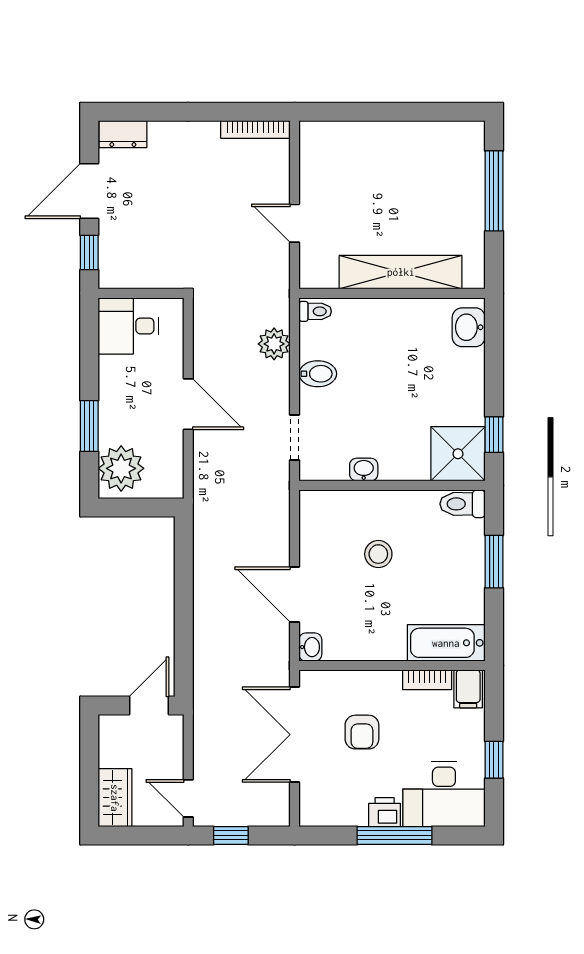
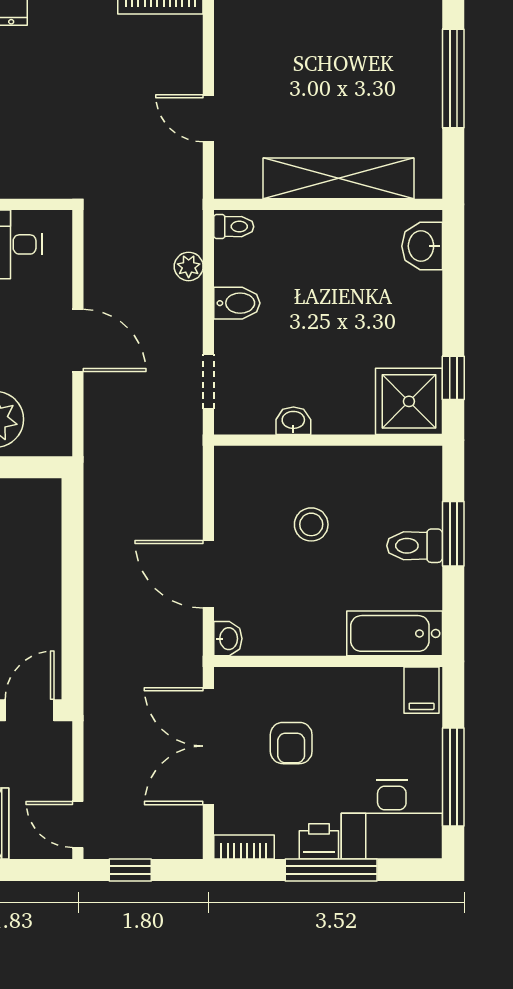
plant: (274, 344) -> (189, 266), width x0.73, depth x0.73
toilet: (463, 504) -> (415, 546), moved
bookcase: (427, 680) -> (244, 847), moved, turned 180
window: (494, 760) -> (453, 777), width x2.17

